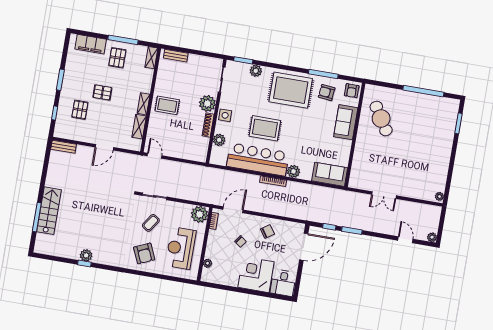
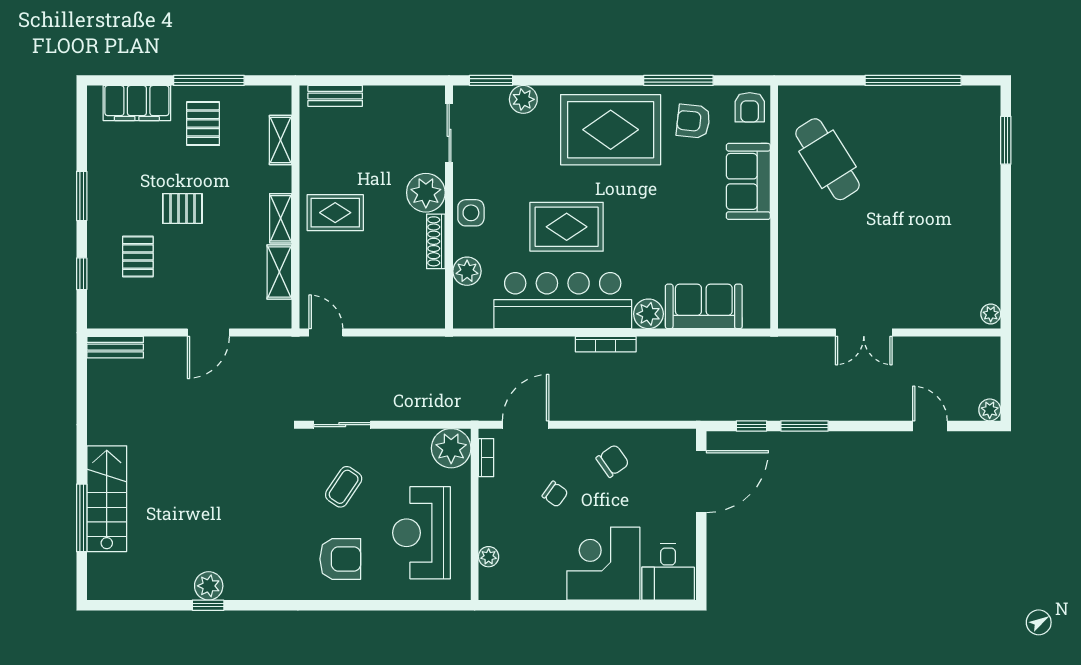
shelving: (151, 58) -> (280, 140), moved
sofa: (330, 174) -> (704, 306), moved
armchair: (144, 253) -> (340, 559), turned -66

